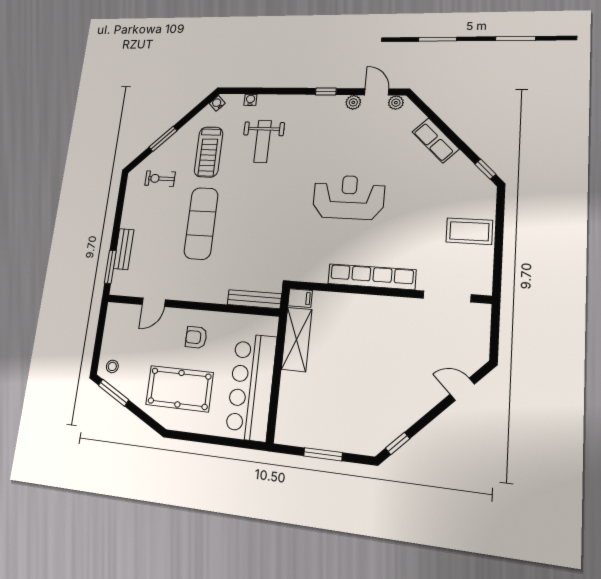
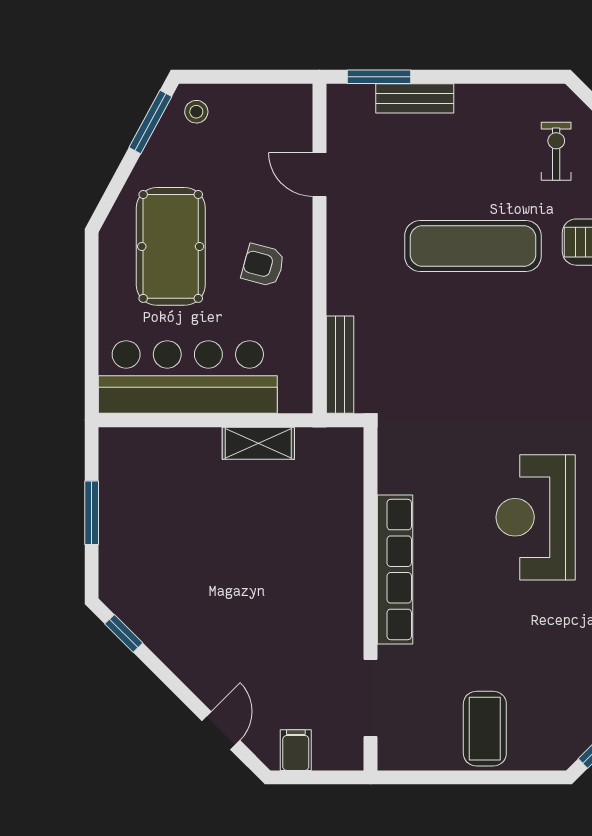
reception desk: (349, 197) -> (536, 517), turned 180
filing cabinet: (300, 298) -> (296, 750), moved, turned 180
armchair: (196, 337) -> (263, 265), turned -75
shelving: (297, 339) -> (258, 443), width x0.67, depth x0.75

